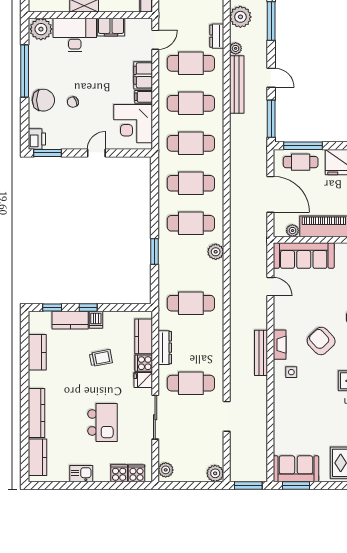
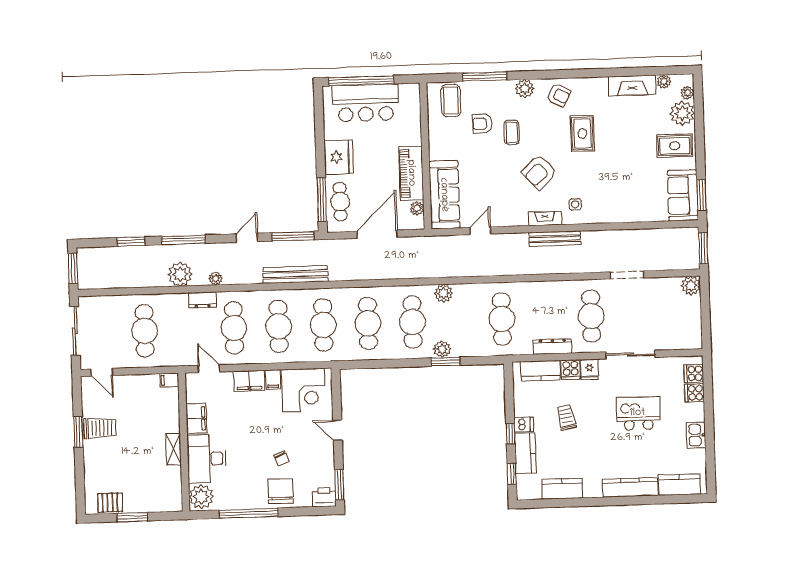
bench: (237, 85) -> (295, 275), moved
plant: (166, 470) -> (442, 349), moved

